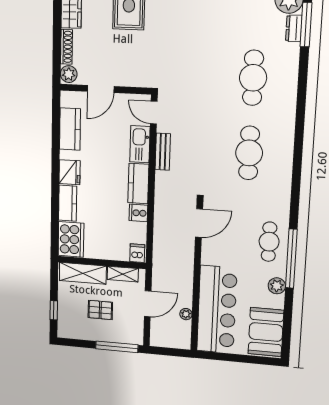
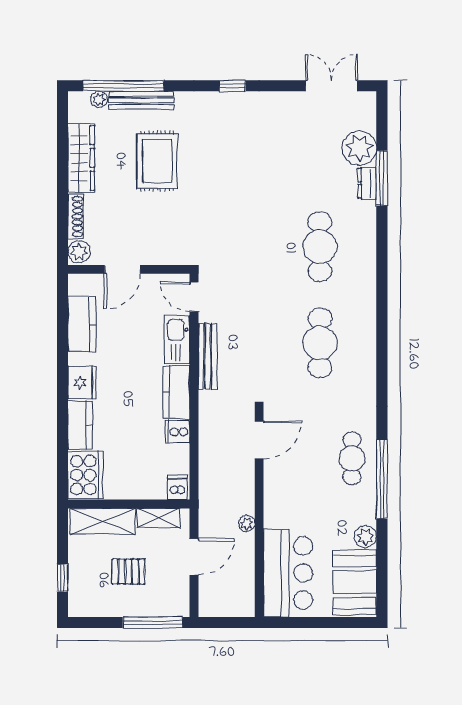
bench: (163, 152) -> (208, 356), width x1.36
plant: (277, 286) -> (365, 537), moved
bar counter: (217, 310) -> (288, 573), width x0.73
plant: (186, 314) -> (247, 524), moved

